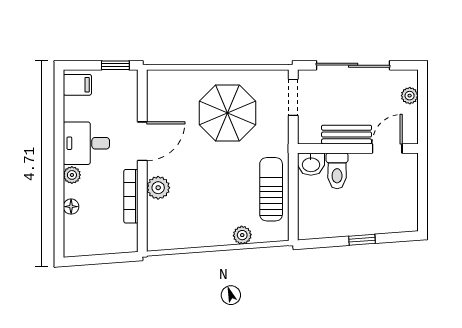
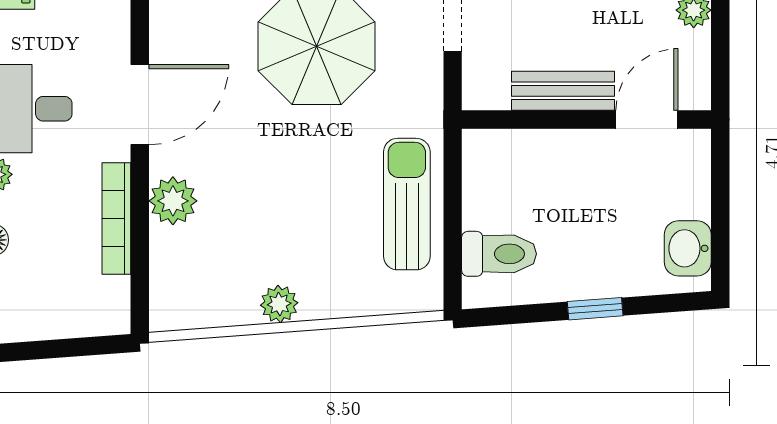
washbasin: (311, 164) -> (688, 248), moved, turned 90
toilet: (337, 171) -> (499, 254), moved, turned -90
plant: (242, 235) -> (279, 304), moved

